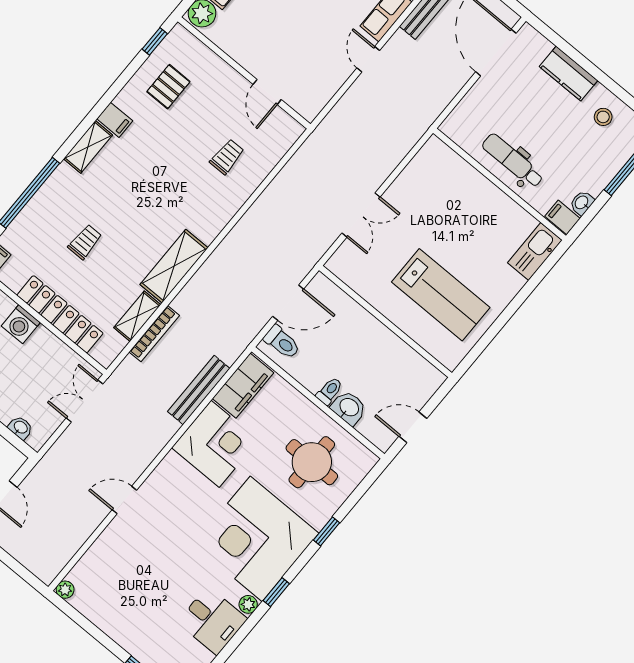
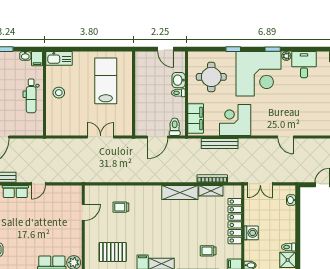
pallet: (168, 87) -> (113, 252), width x1.50, depth x1.42
stool: (483, 207) -> (59, 93), added
trolley: (85, 242) -> (208, 251), moved
door: (288, 303) -> (157, 137), swing flipped
filing cabinet: (243, 386) -> (196, 118), moved, turned 90

